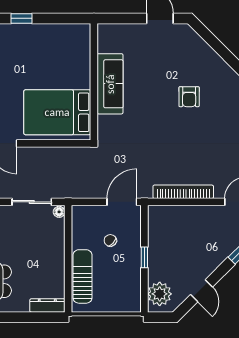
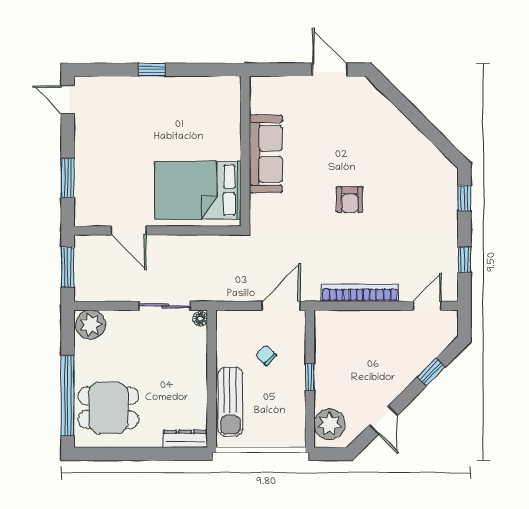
armchair: (189, 97) -> (350, 200), moved
sun lounger: (83, 276) -> (230, 402), turned 180

